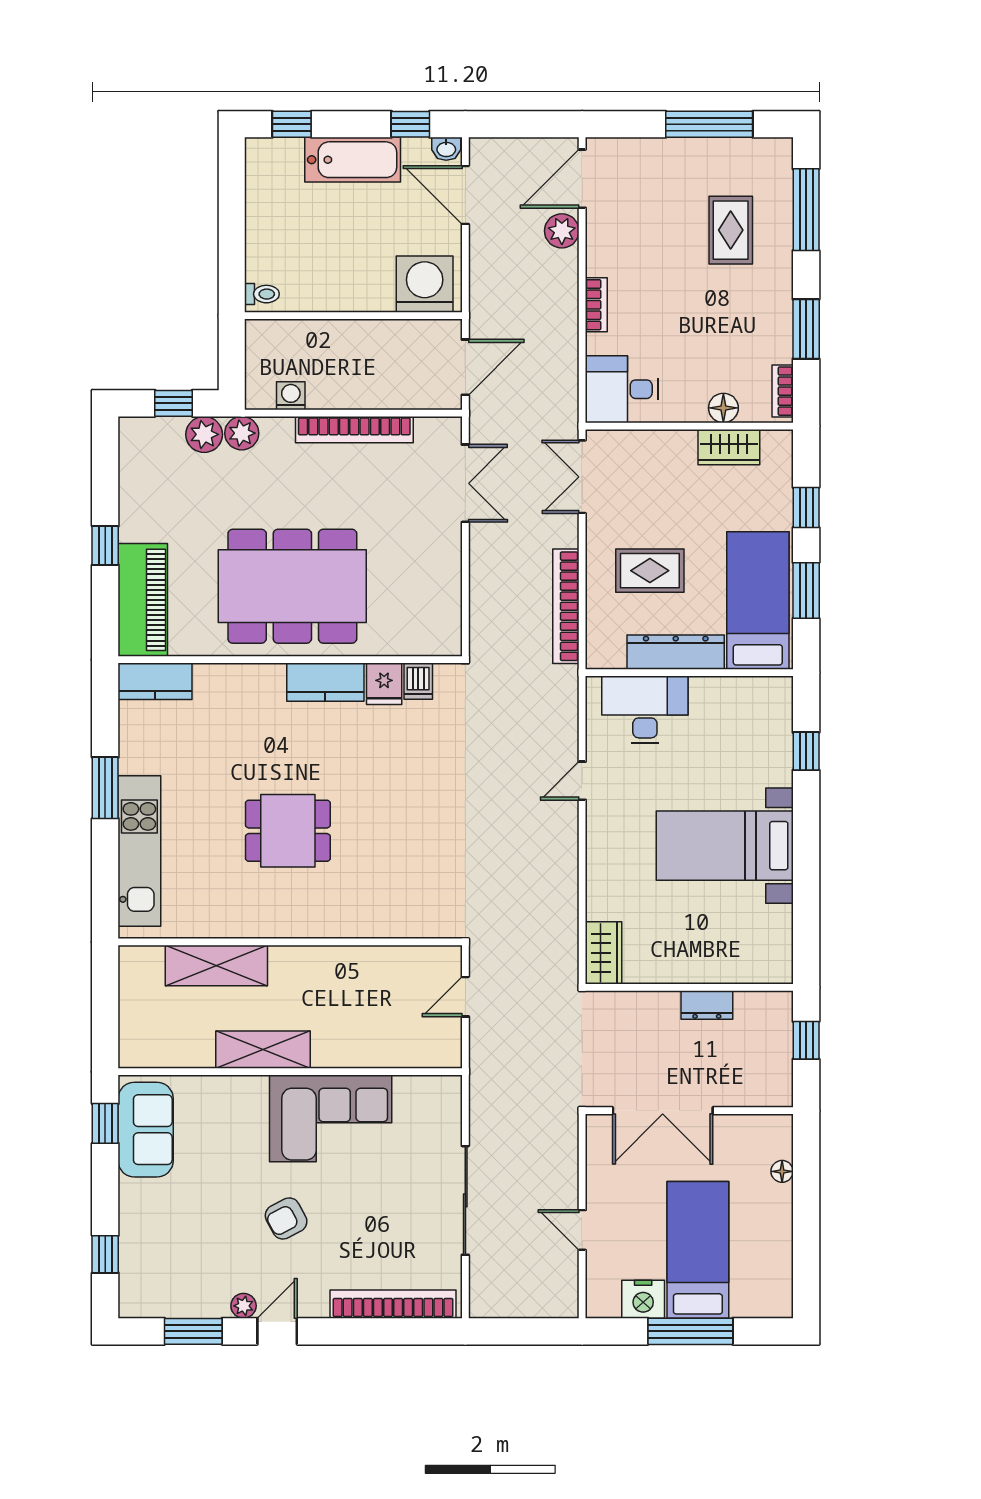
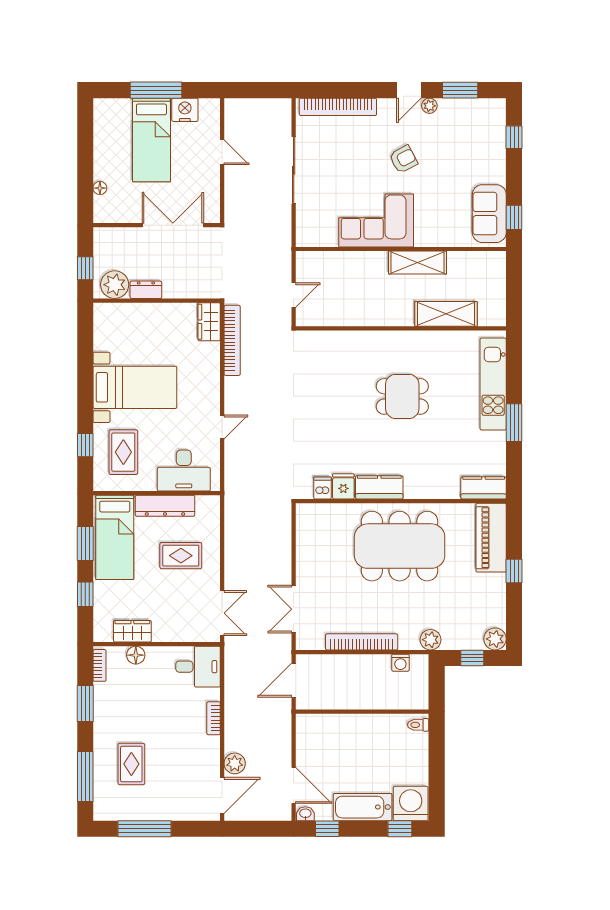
washing machine: (425, 284) -> (411, 804), moved, turned 180
plant: (204, 434) -> (495, 639), moved
bookcase: (566, 606) -> (232, 340), moved
rug: (744, 740) -> (123, 452), added
plant: (758, 1013) -> (115, 285), added

